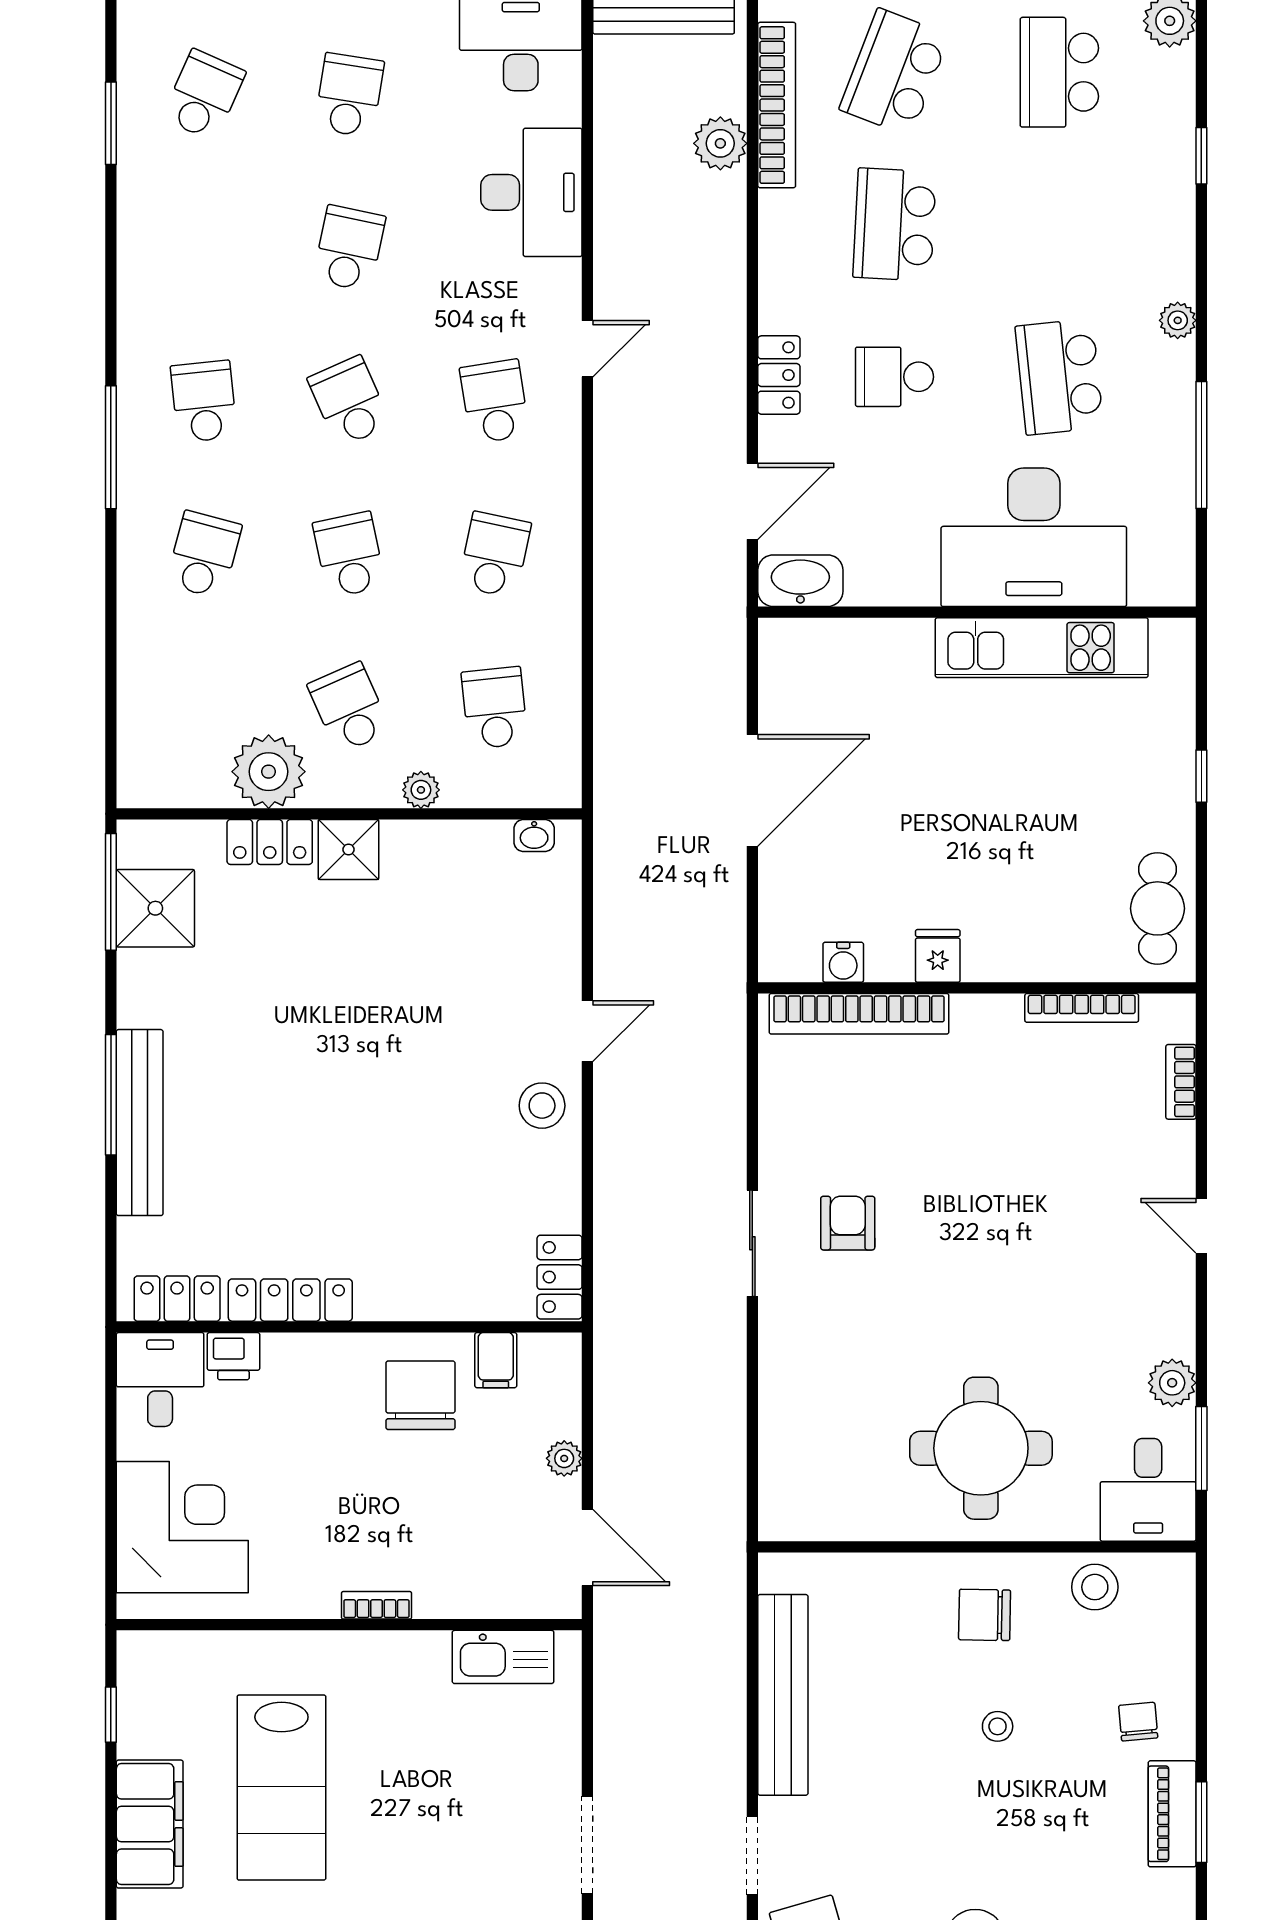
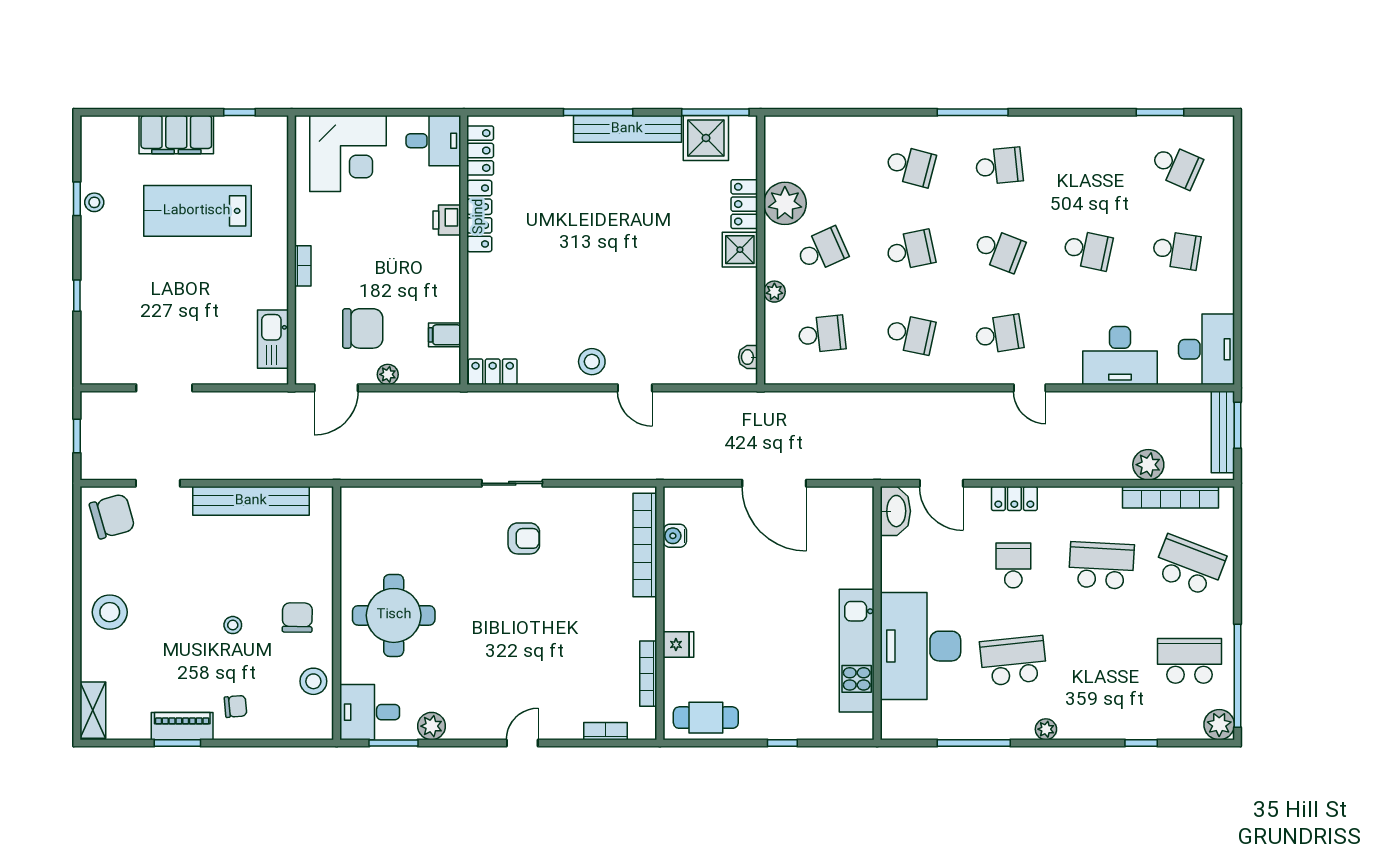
school desk: (349, 401) -> (999, 250), turned 45
fridge: (938, 956) -> (678, 645), moved
bench: (140, 1123) -> (627, 129), moved
printer: (233, 1356) -> (447, 220), moved
chair: (420, 1395) -> (363, 328), moved

